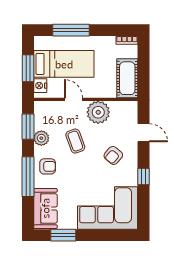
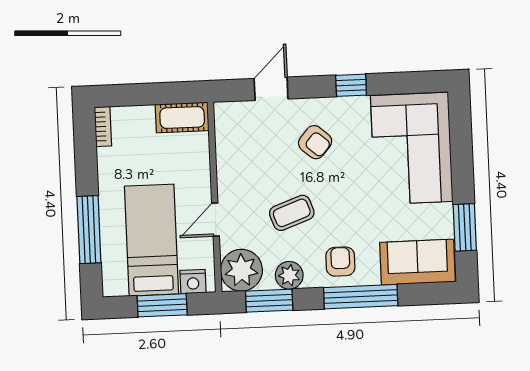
cot: (127, 78) -> (182, 118), width x0.73, depth x0.75
plant: (98, 112) -> (241, 270), moved

